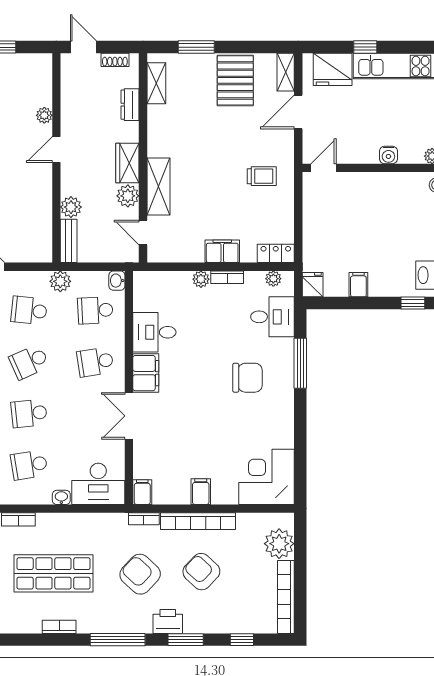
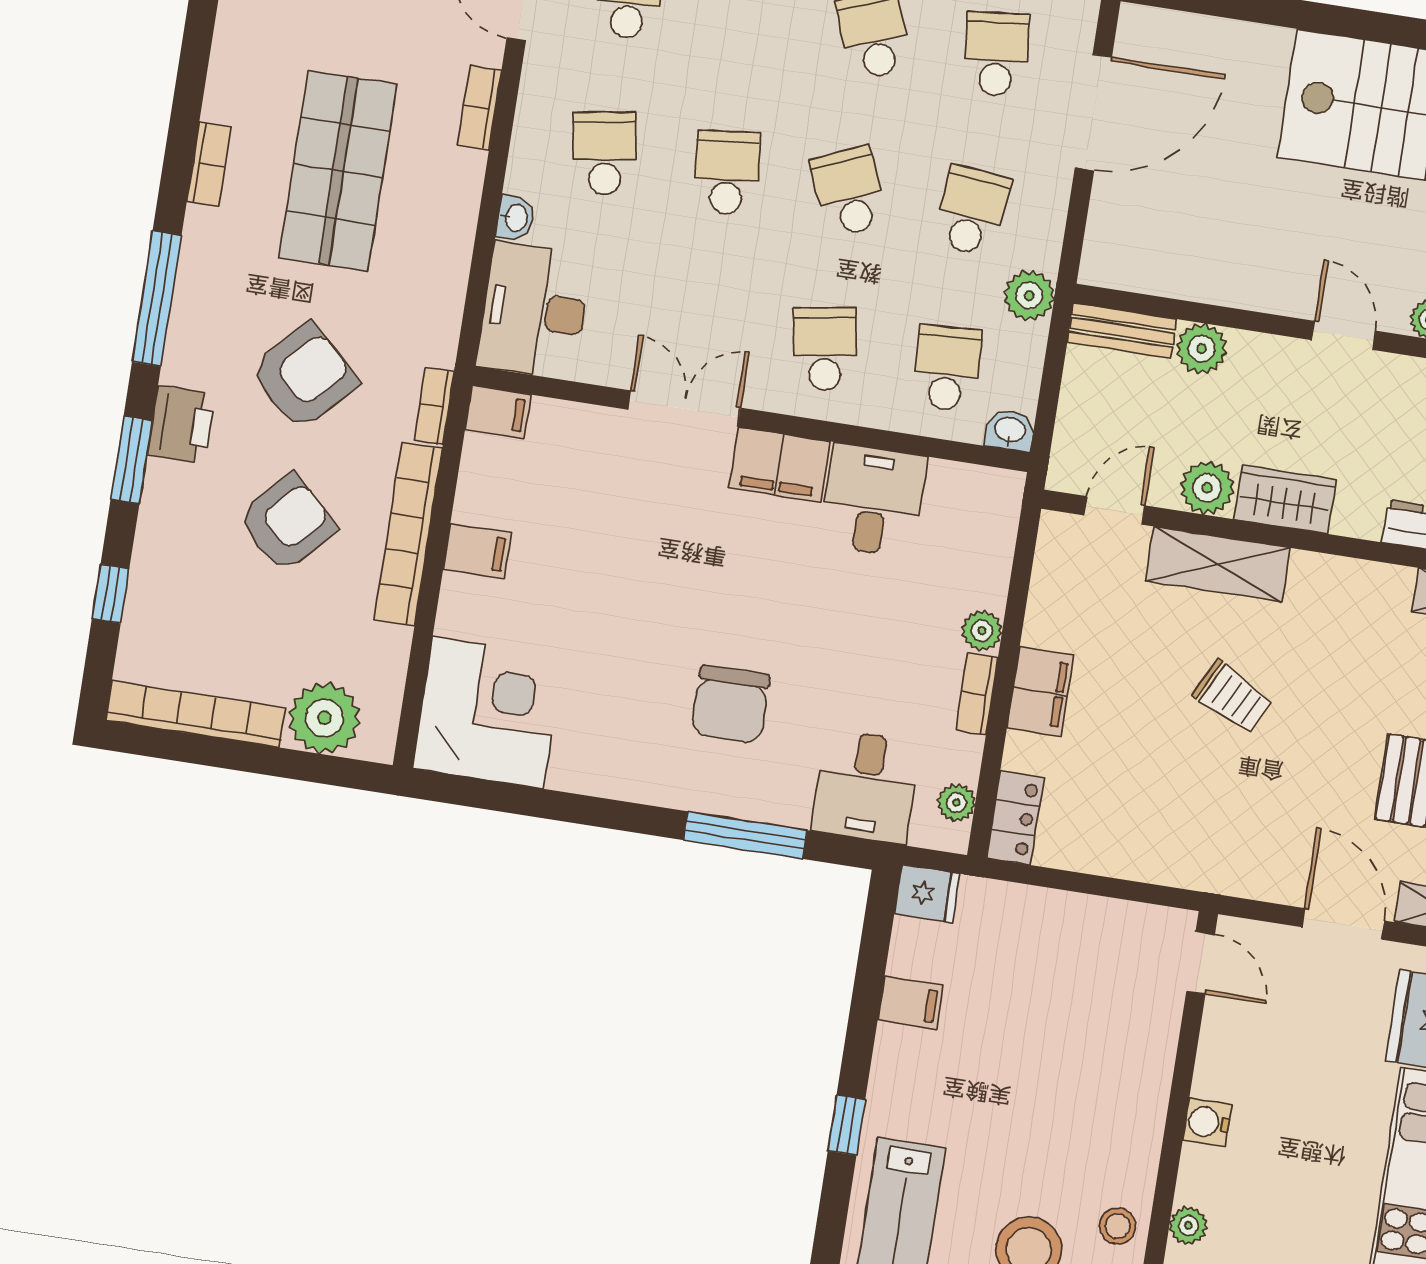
trolley: (262, 176) -> (1233, 697), moved, turned -63

